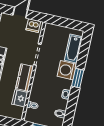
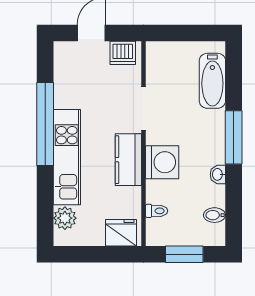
washing machine: (67, 70) -> (162, 162), moved, turned 180
window: (78, 78) -> (234, 137), width x1.44
fridge: (20, 98) -> (121, 233), moved, turned 90

